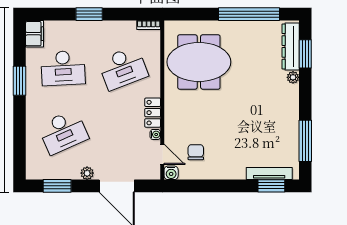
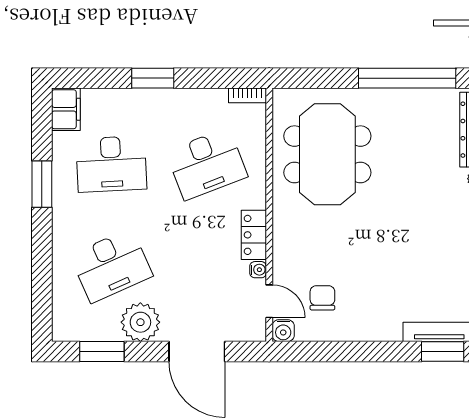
meeting table: (199, 62) -> (327, 154), turned 90
plant: (87, 173) -> (140, 322), width x1.87, depth x1.87

